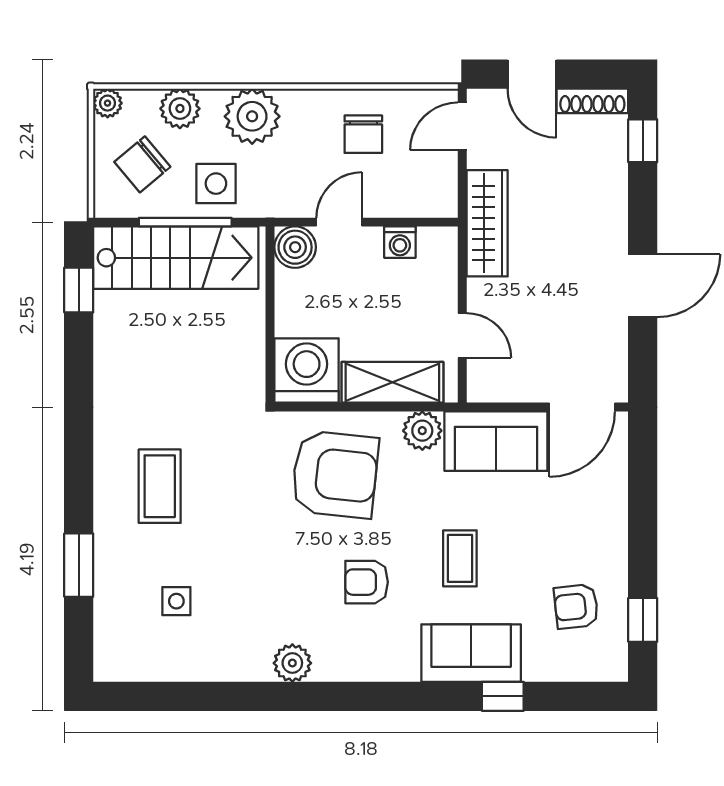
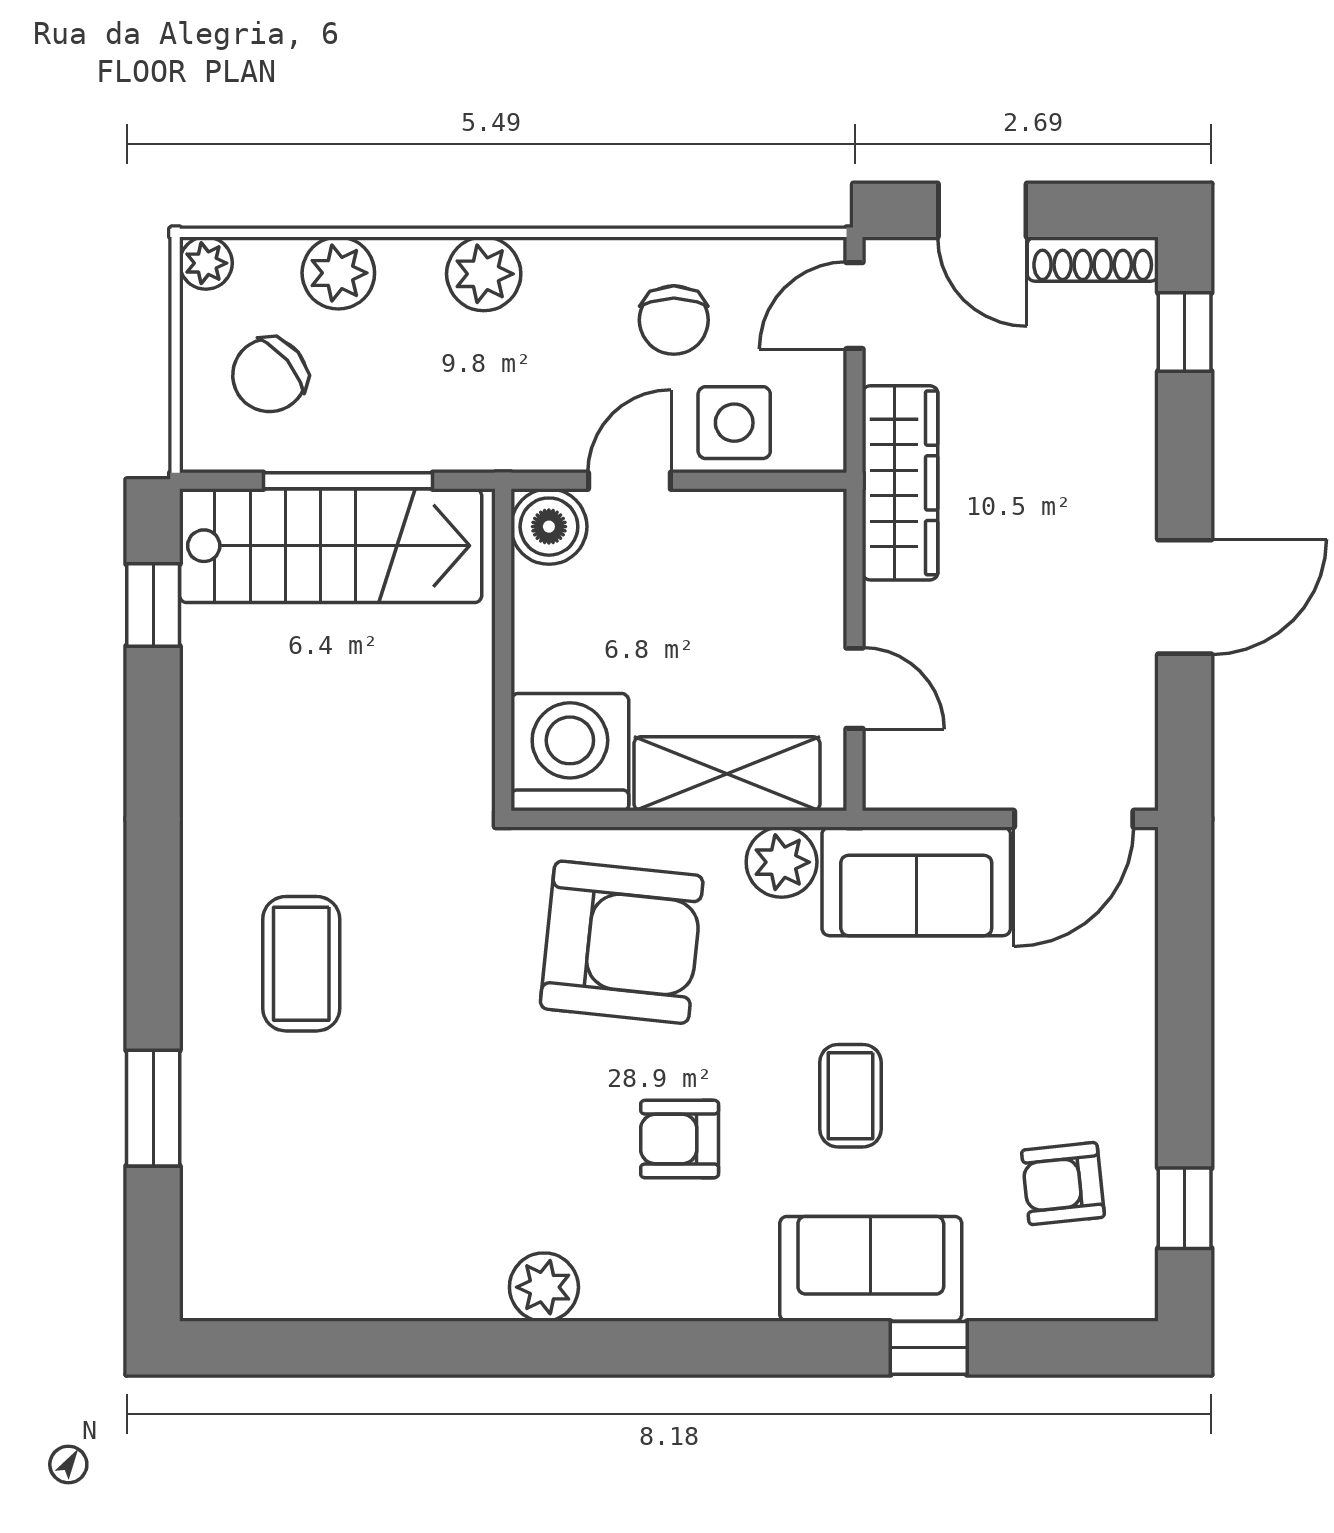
plant: (252, 116) -> (484, 274), width x0.73, depth x0.73
side table: (216, 184) -> (734, 423), moved
washing machine: (400, 242) -> (741, 517), removed
side table: (176, 601) -> (332, 1174), removed

